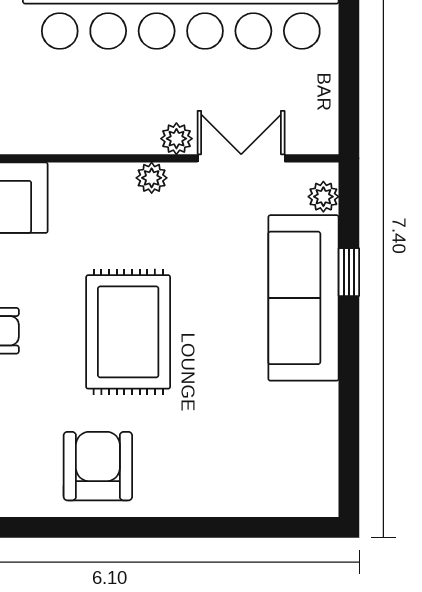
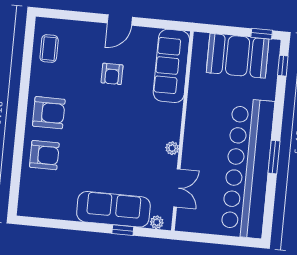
plant: (176, 139) -> (188, 161), removed
rug: (128, 332) -> (106, 131), removed
armchair: (195, 467) -> (44, 155), added

